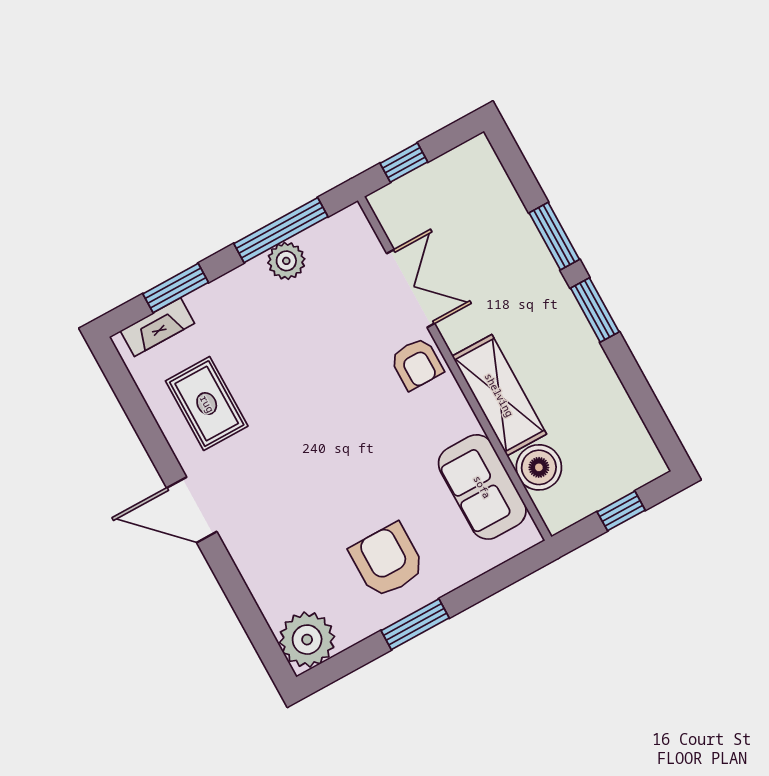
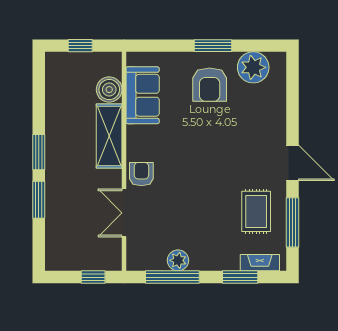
window: (141, 418) -> (292, 222), added
plant: (307, 640) -> (253, 67), moved

